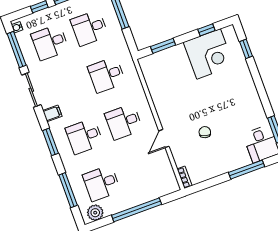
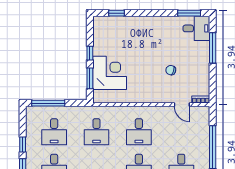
window: (206, 30) -> (90, 53), moved
corner desk: (209, 54) -> (110, 73), moved
door: (164, 139) -> (182, 105), moved

